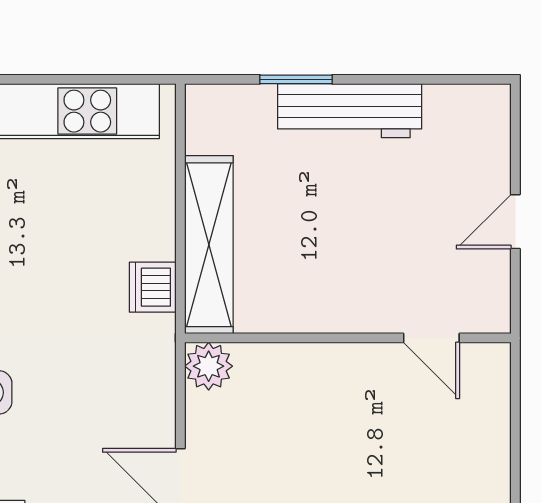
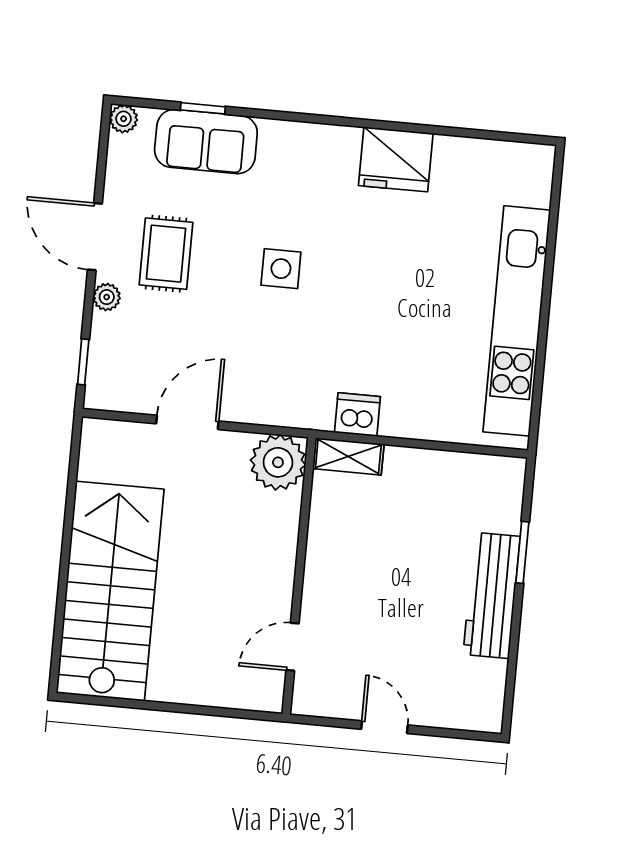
shelving: (209, 245) -> (348, 456), width x0.45, depth x0.75
plant: (209, 366) -> (278, 462), width x1.36, depth x1.36

